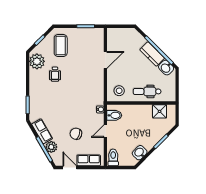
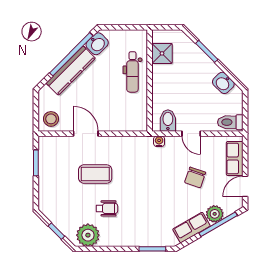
coffee table: (61, 46) -> (95, 174), moved
kitchen counter: (152, 54) -> (71, 71), width x1.50
stool: (119, 91) -> (51, 119), moved

